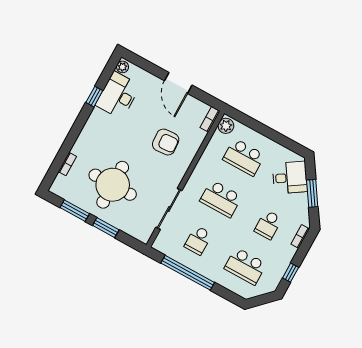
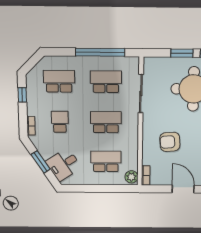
school desk: (198, 240) -> (106, 82), width x1.85

